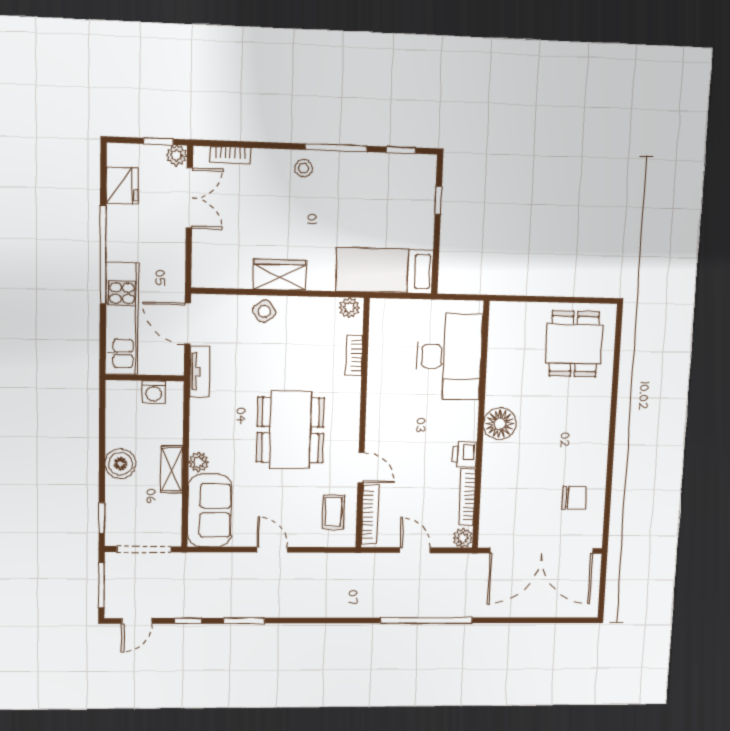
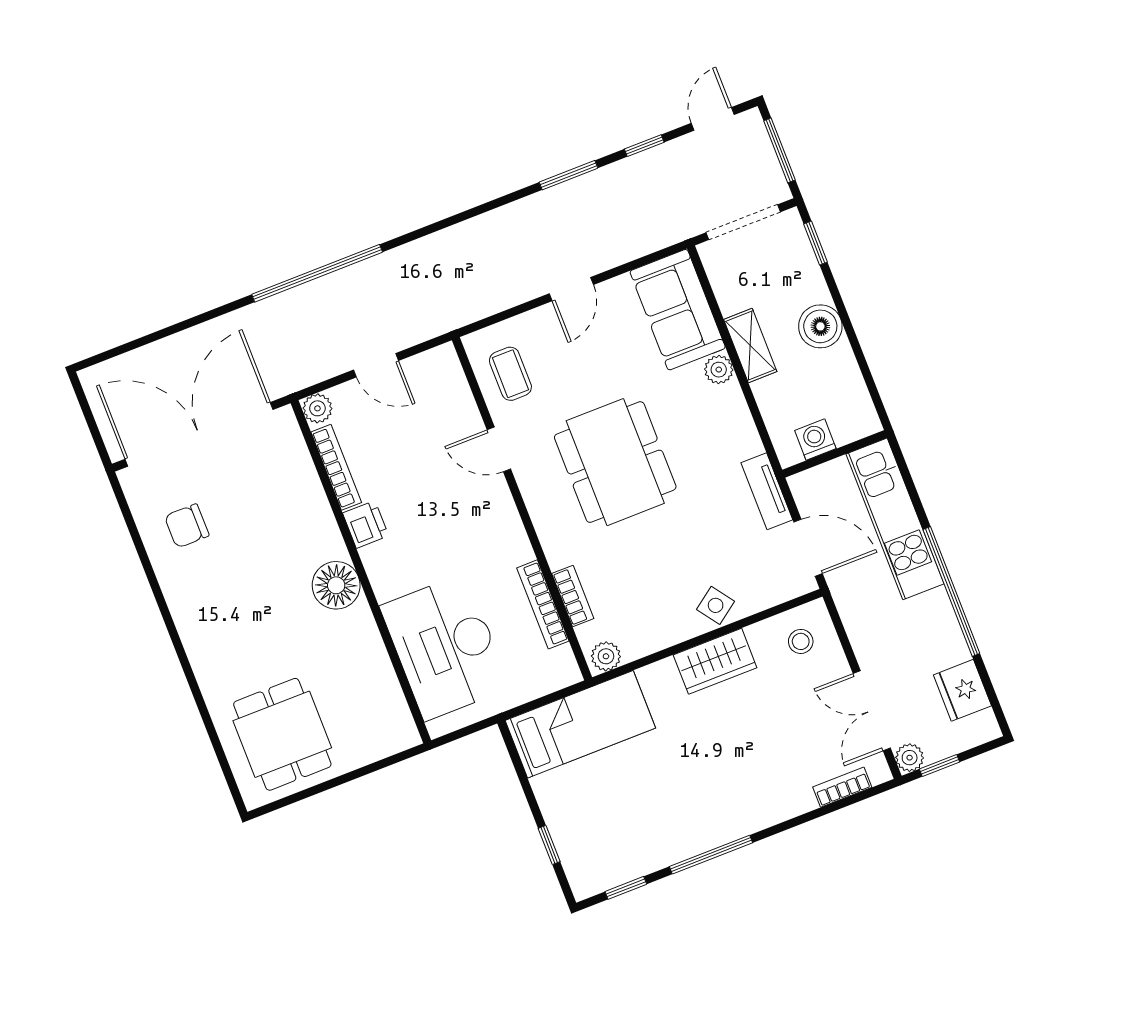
stool: (304, 168) -> (801, 641), moved
bookcase: (370, 515) -> (543, 604), moved
door: (272, 550) -> (571, 289), hinge flipped

